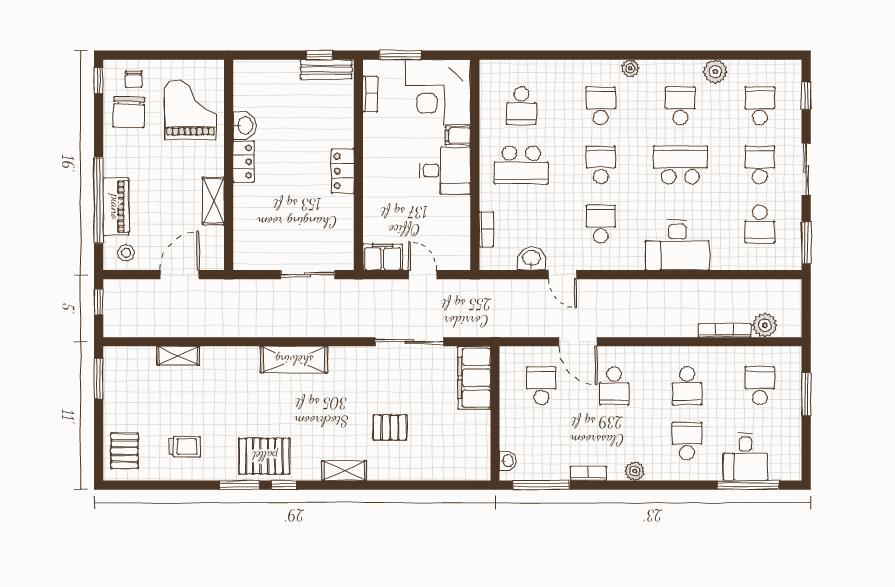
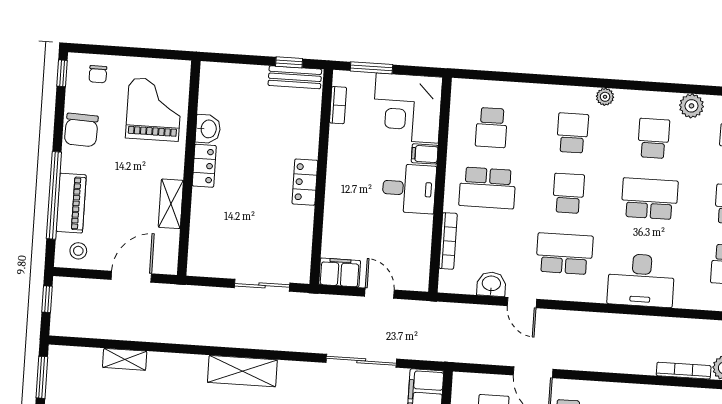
chair: (129, 112) -> (81, 130), moved
school desk: (601, 224) -> (564, 254), width x1.85
bookcase: (486, 229) -> (448, 241), width x1.56

